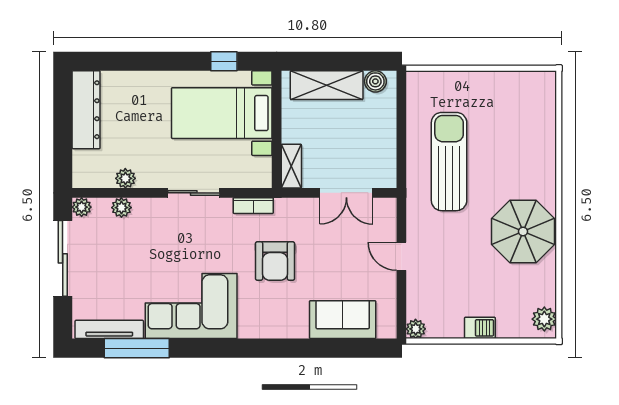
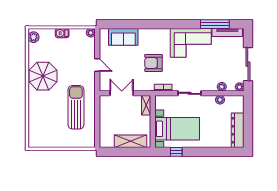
boiler: (375, 81) -> (109, 143), removed
sun lounger: (449, 162) -> (76, 107), turned 180
armchair: (275, 261) -> (153, 63), turned -90

